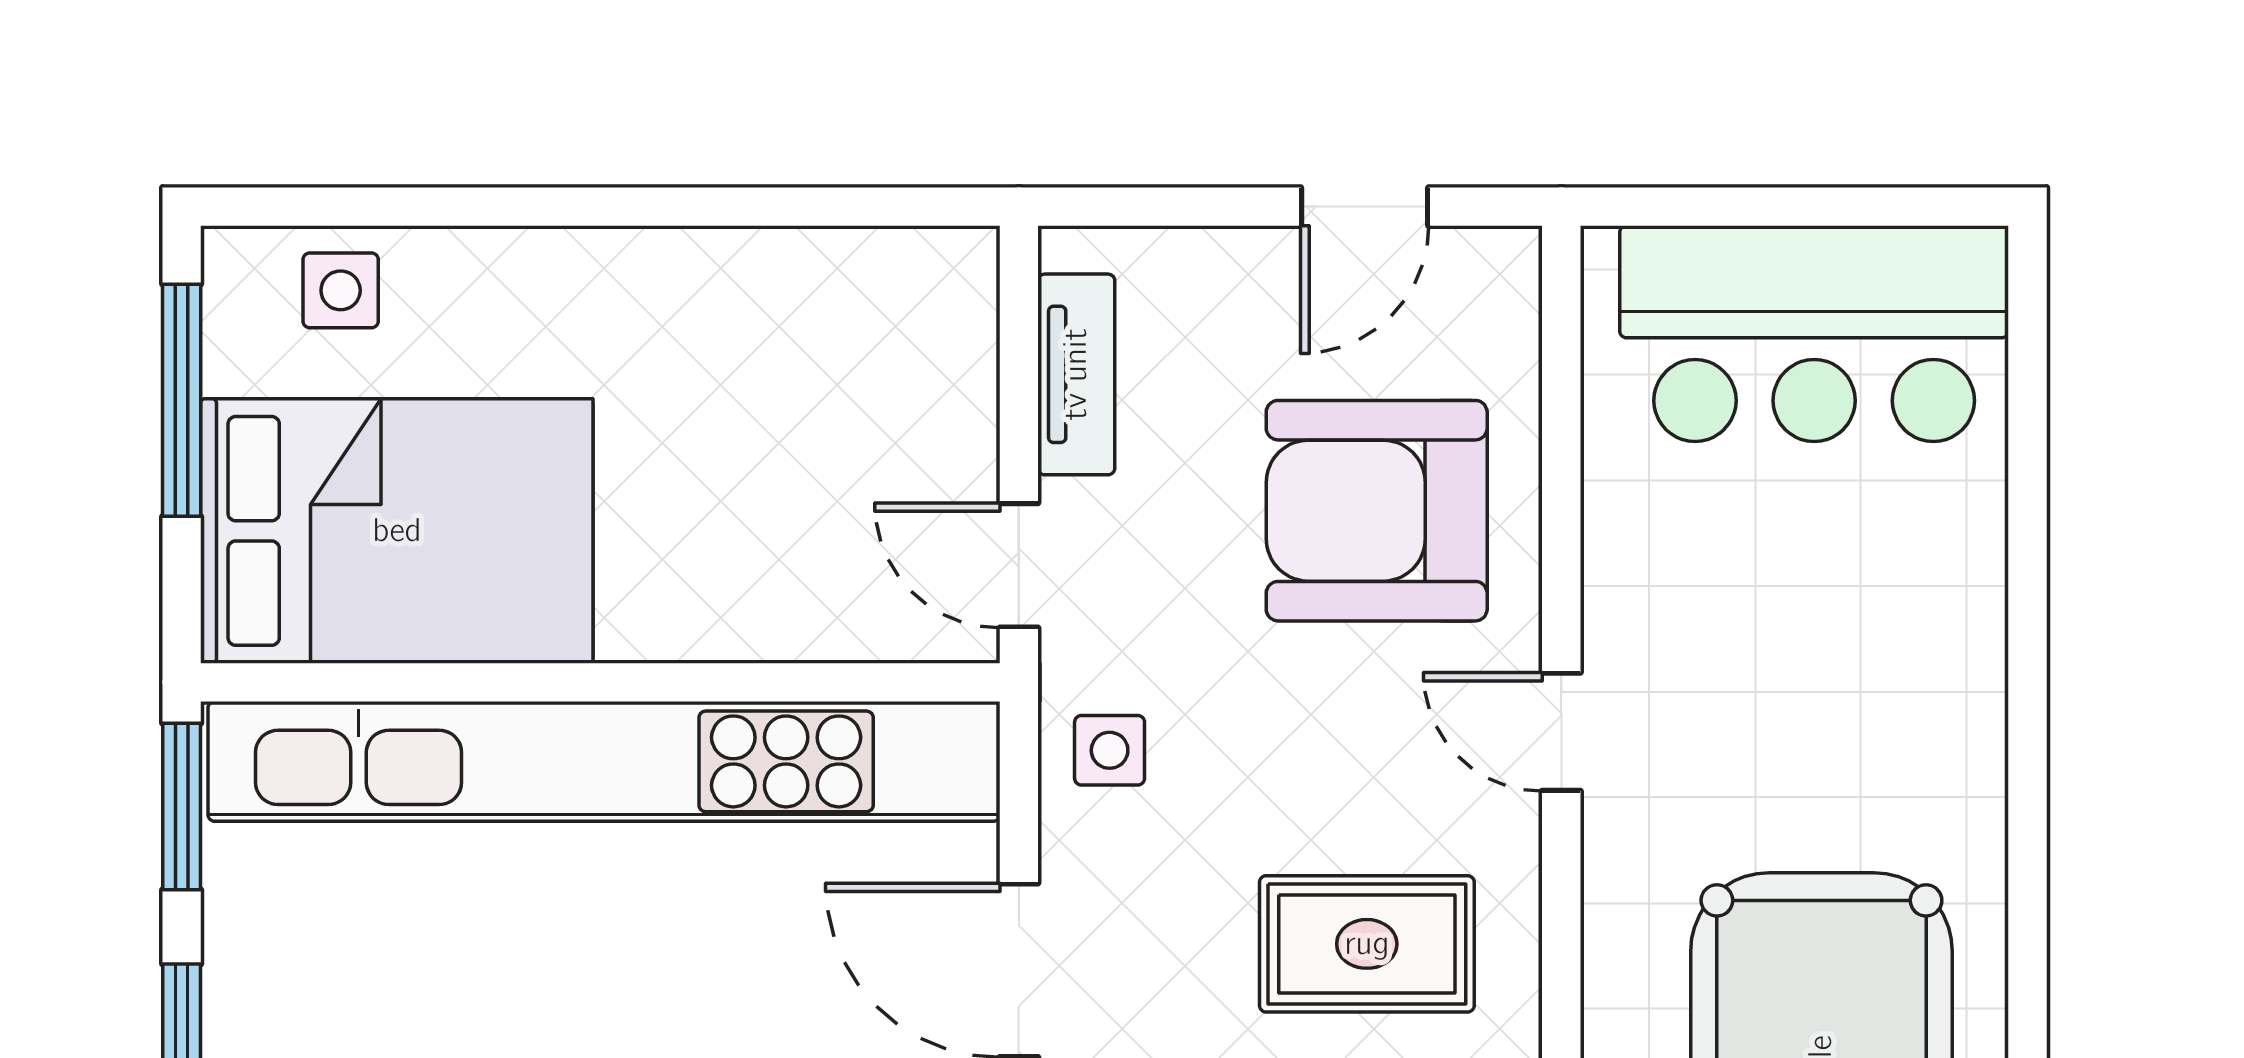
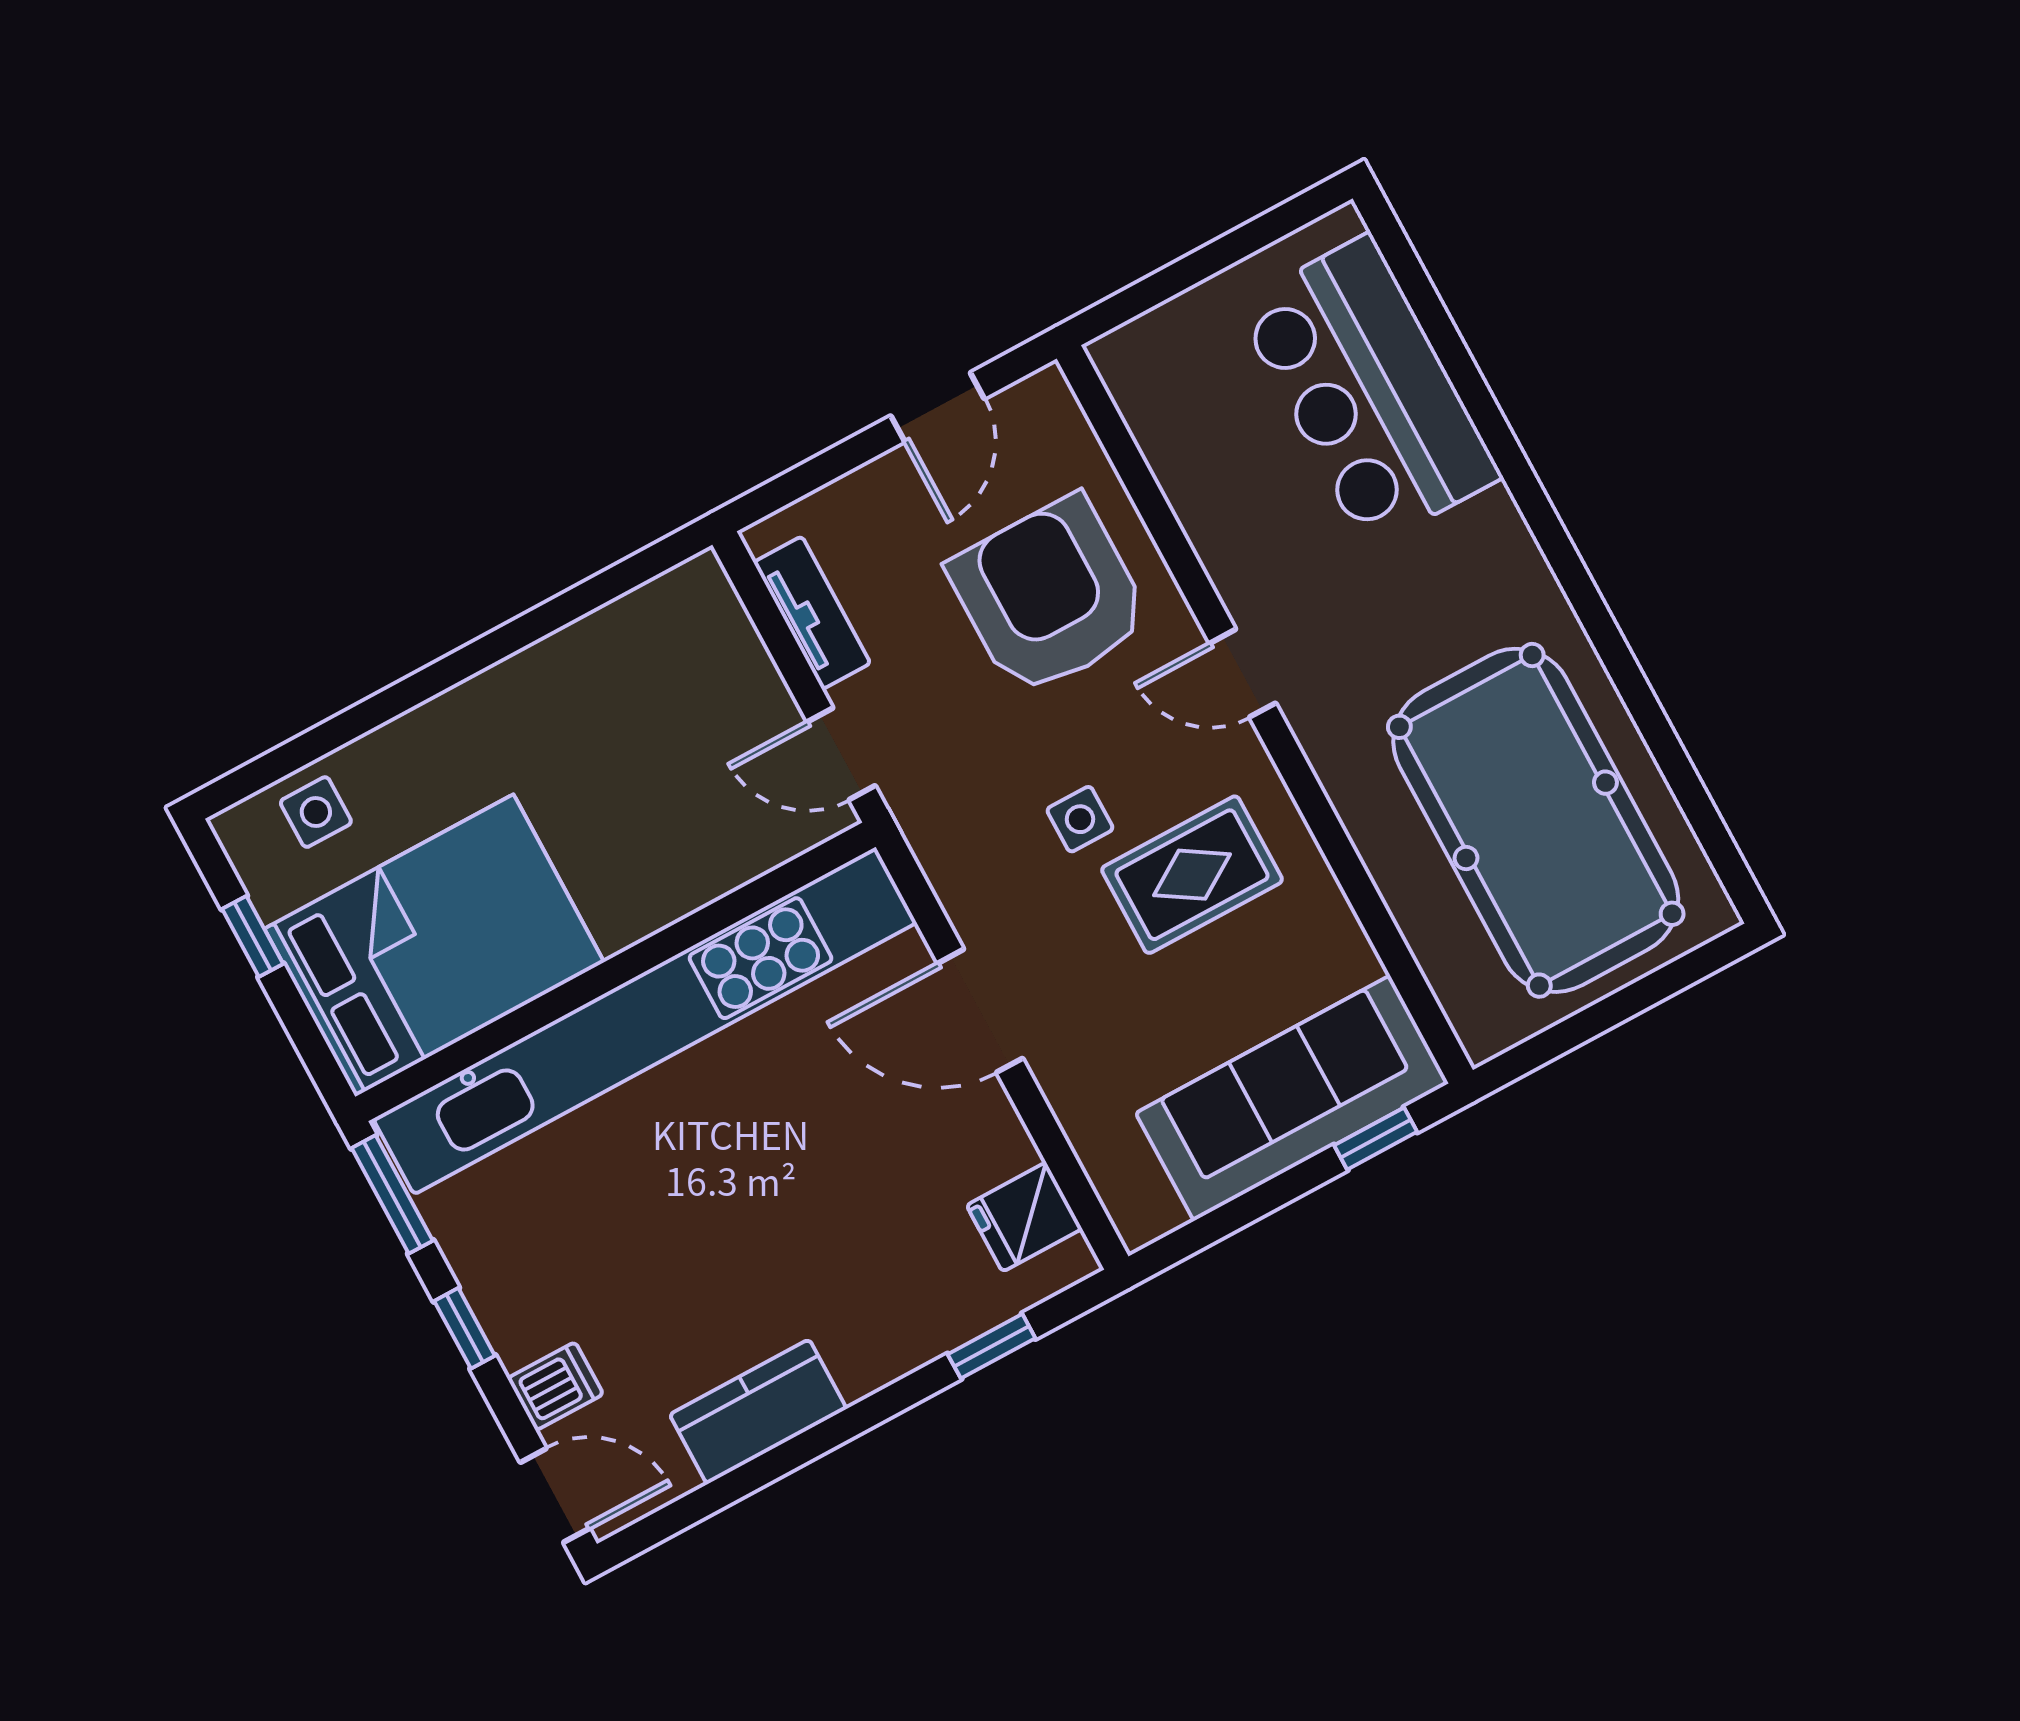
bar counter: (1814, 334) -> (1369, 391), moved, turned 90
window: (182, 400) -> (253, 936), width x0.46
armchair: (1377, 511) -> (1049, 596), turned 90
side table: (1110, 750) -> (1080, 819), moved

